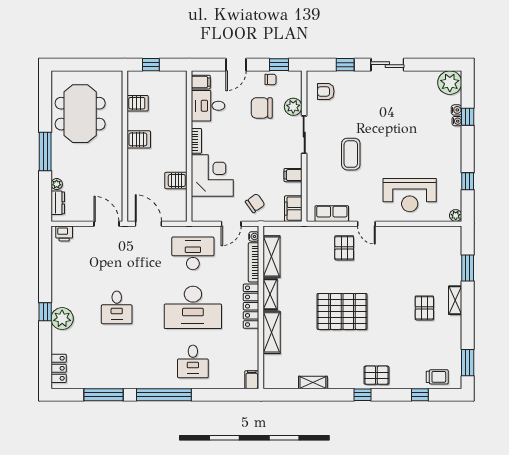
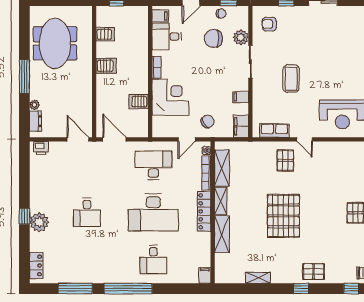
pallet: (342, 311) -> (283, 216), turned 90

